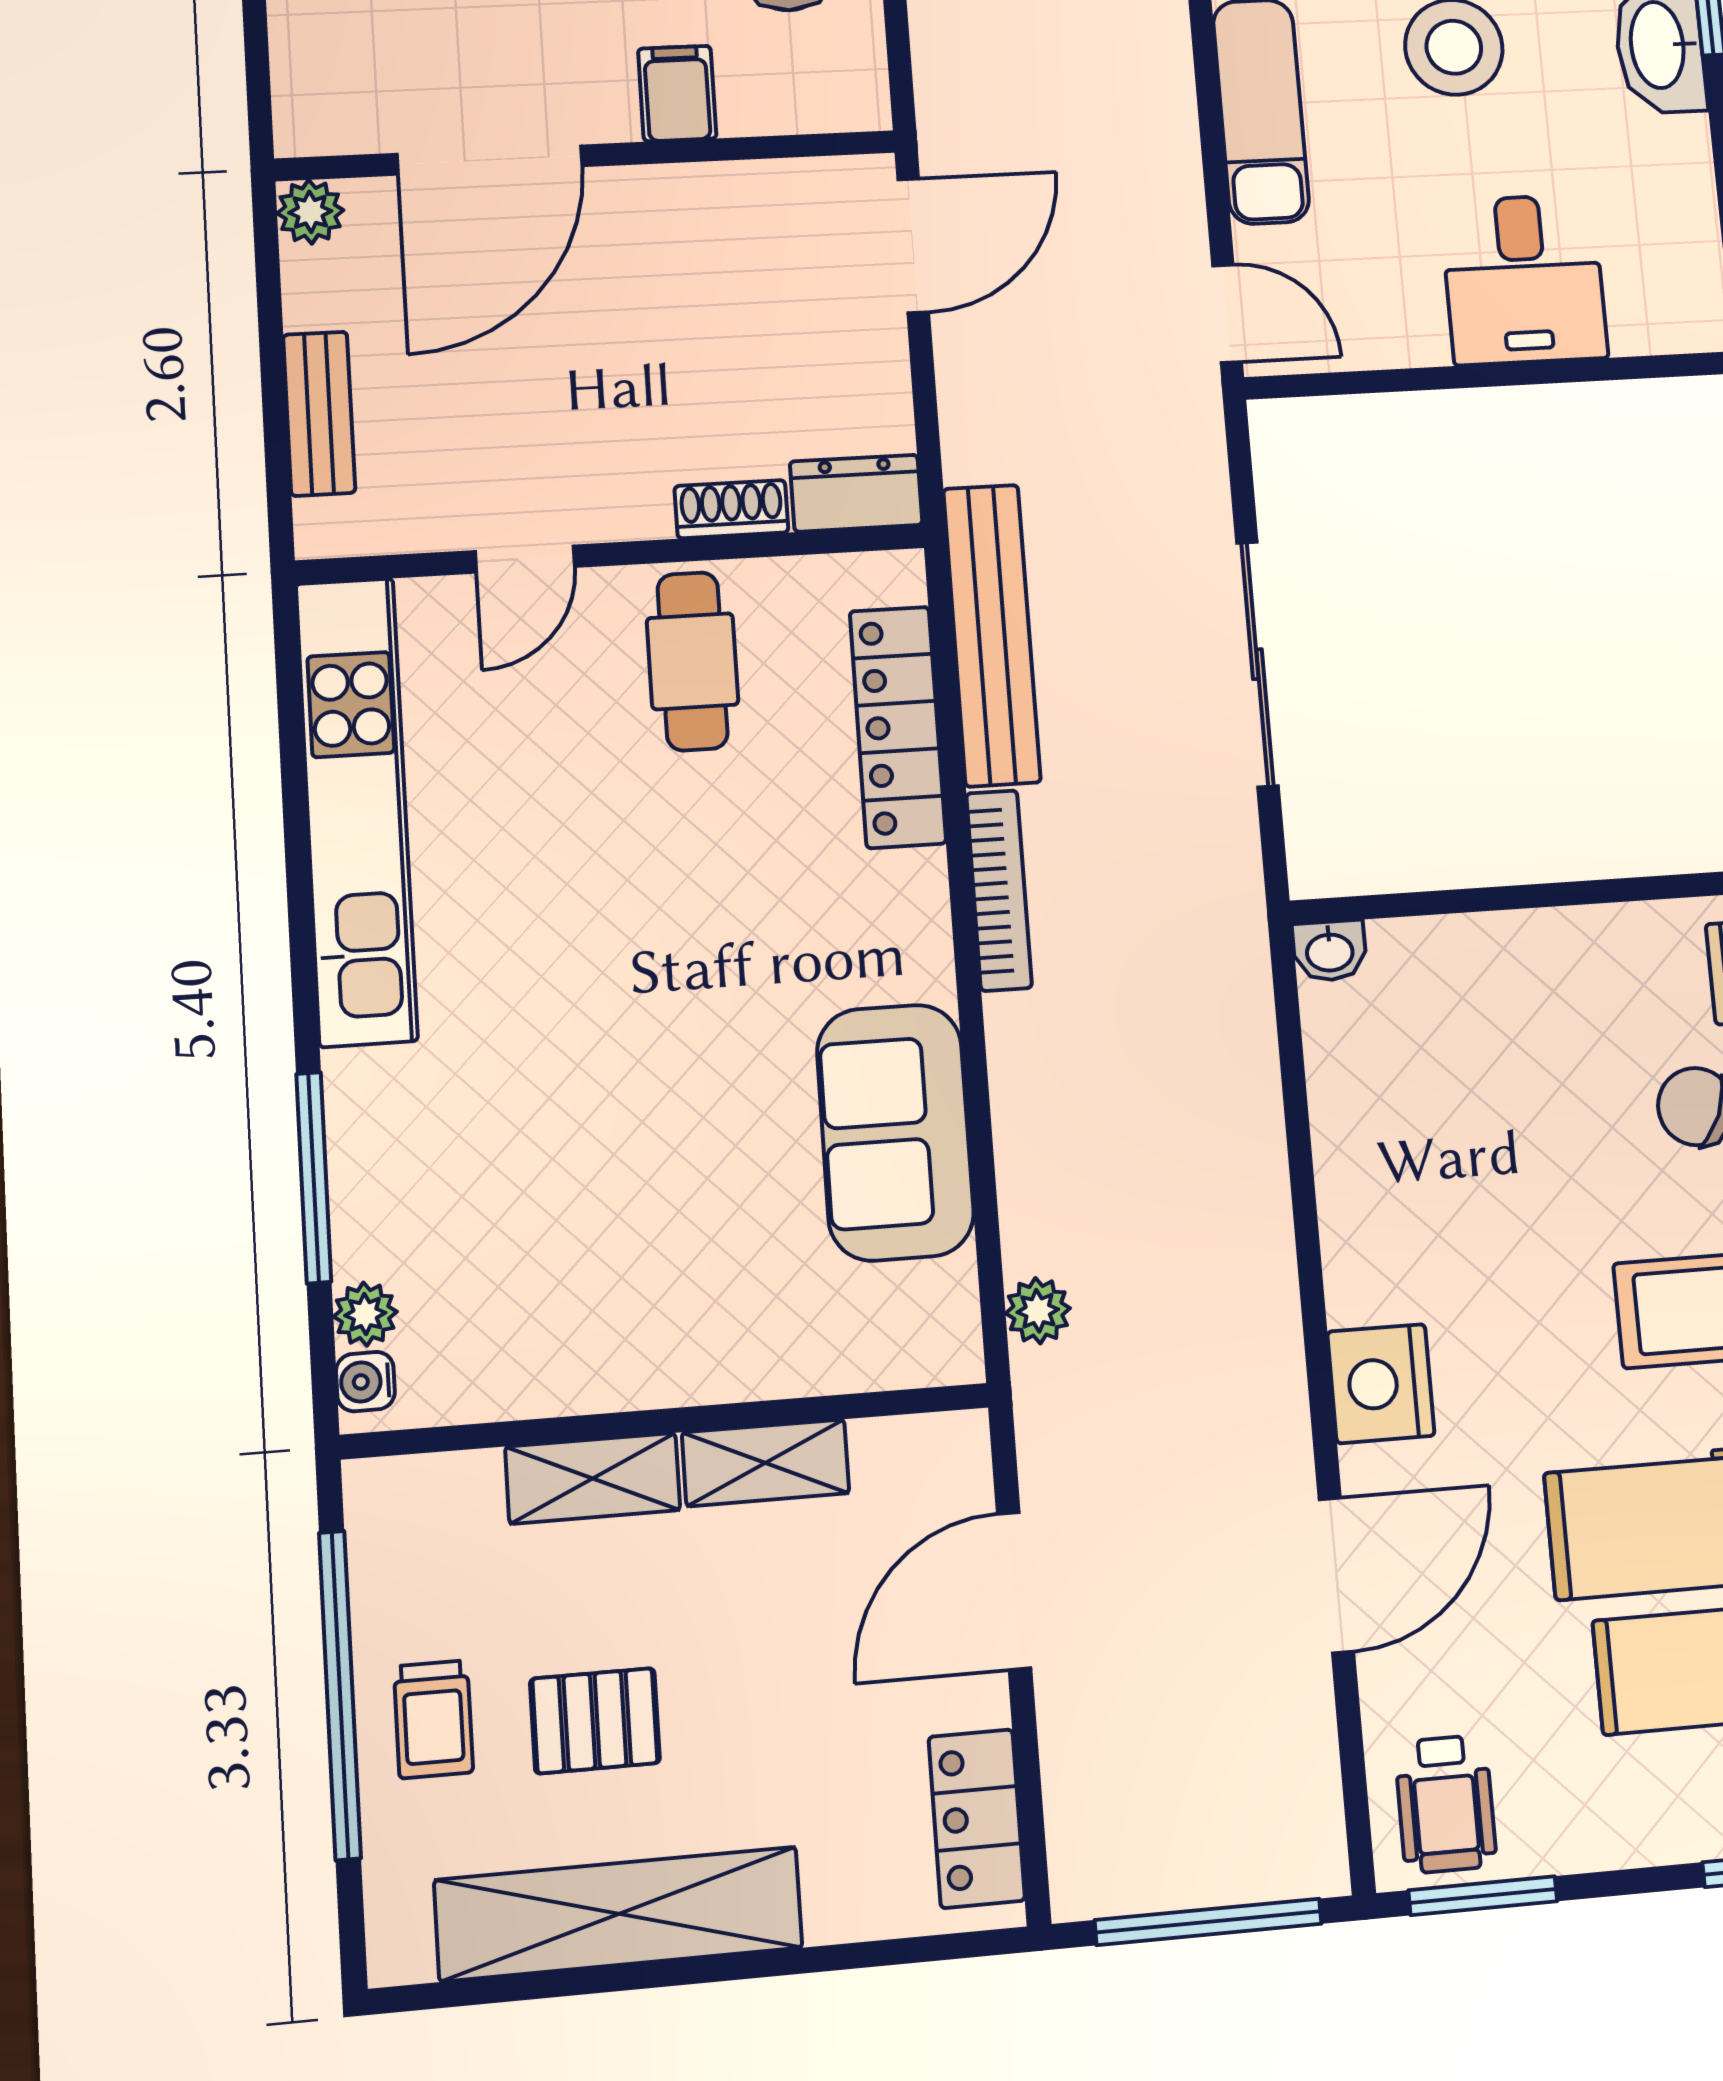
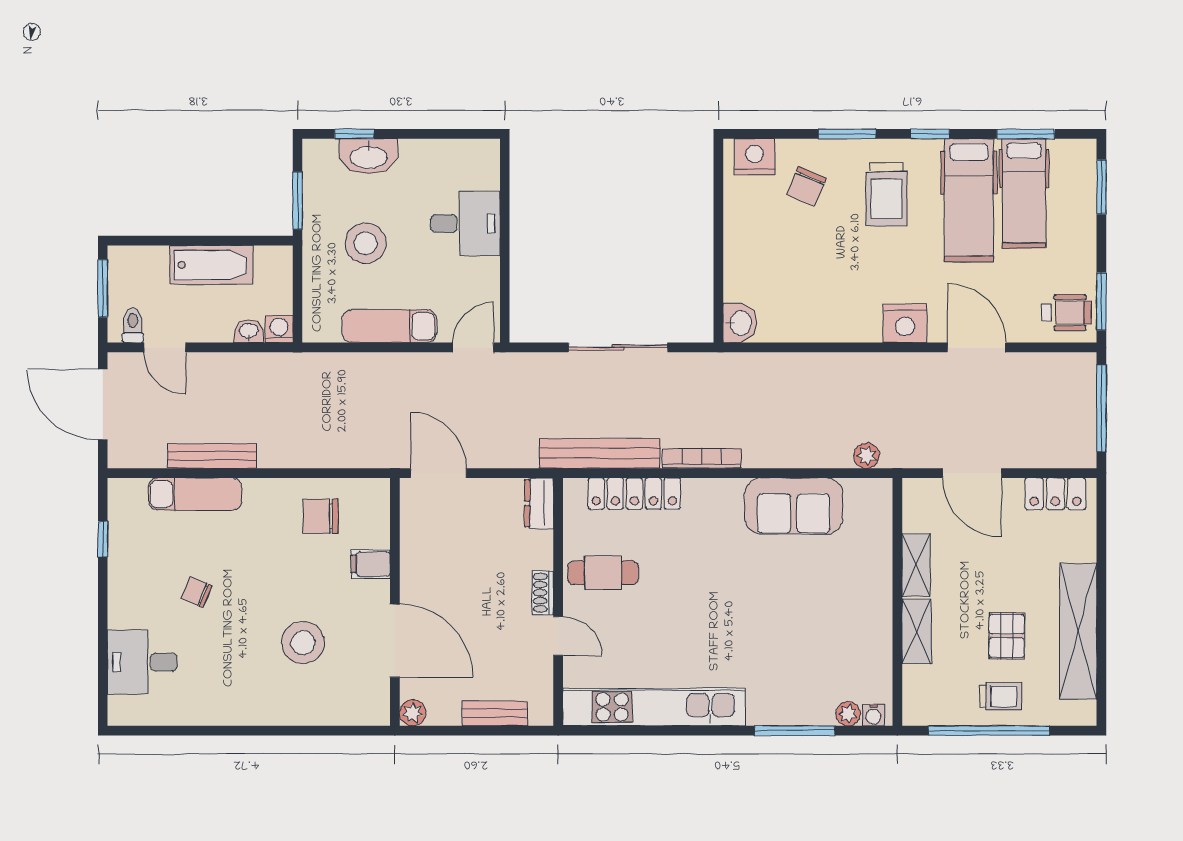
shoe rack: (731, 509) -> (543, 593), moved
washbasin: (1330, 951) -> (740, 323), width x1.38, depth x1.45

